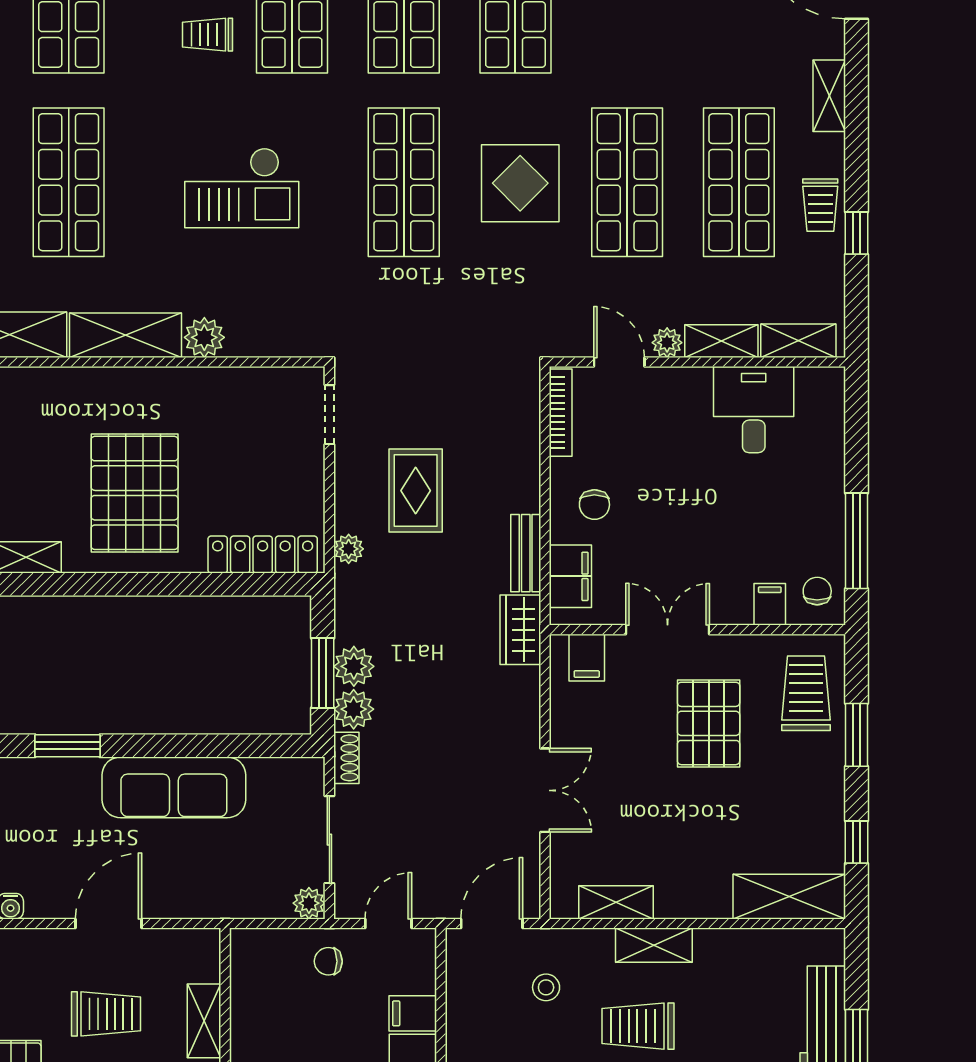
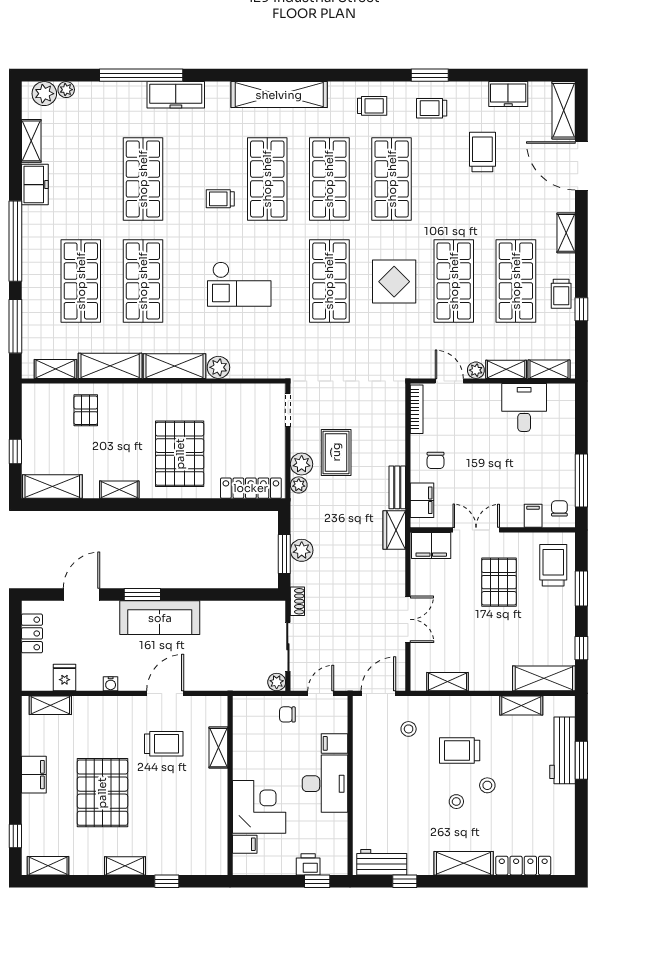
filing cabinet: (587, 658) -> (431, 545), width x2.00
plant: (354, 709) -> (302, 464), moved
sofa: (174, 787) -> (160, 618), moved
shelving: (654, 945) -> (521, 705), moved

